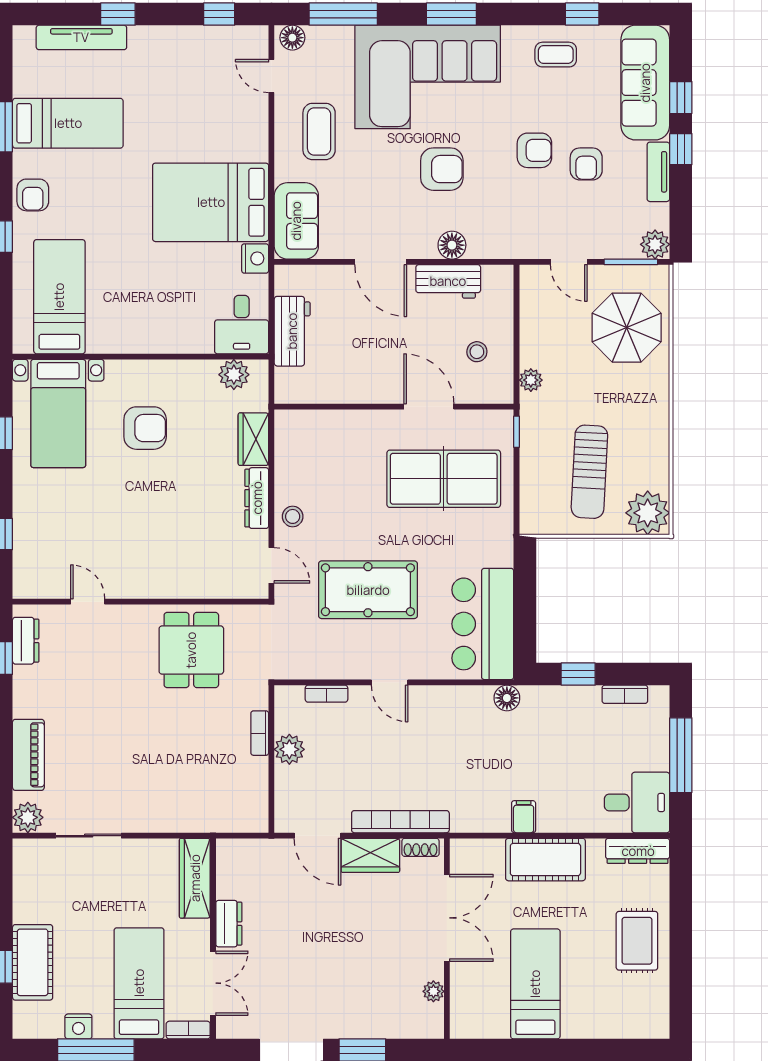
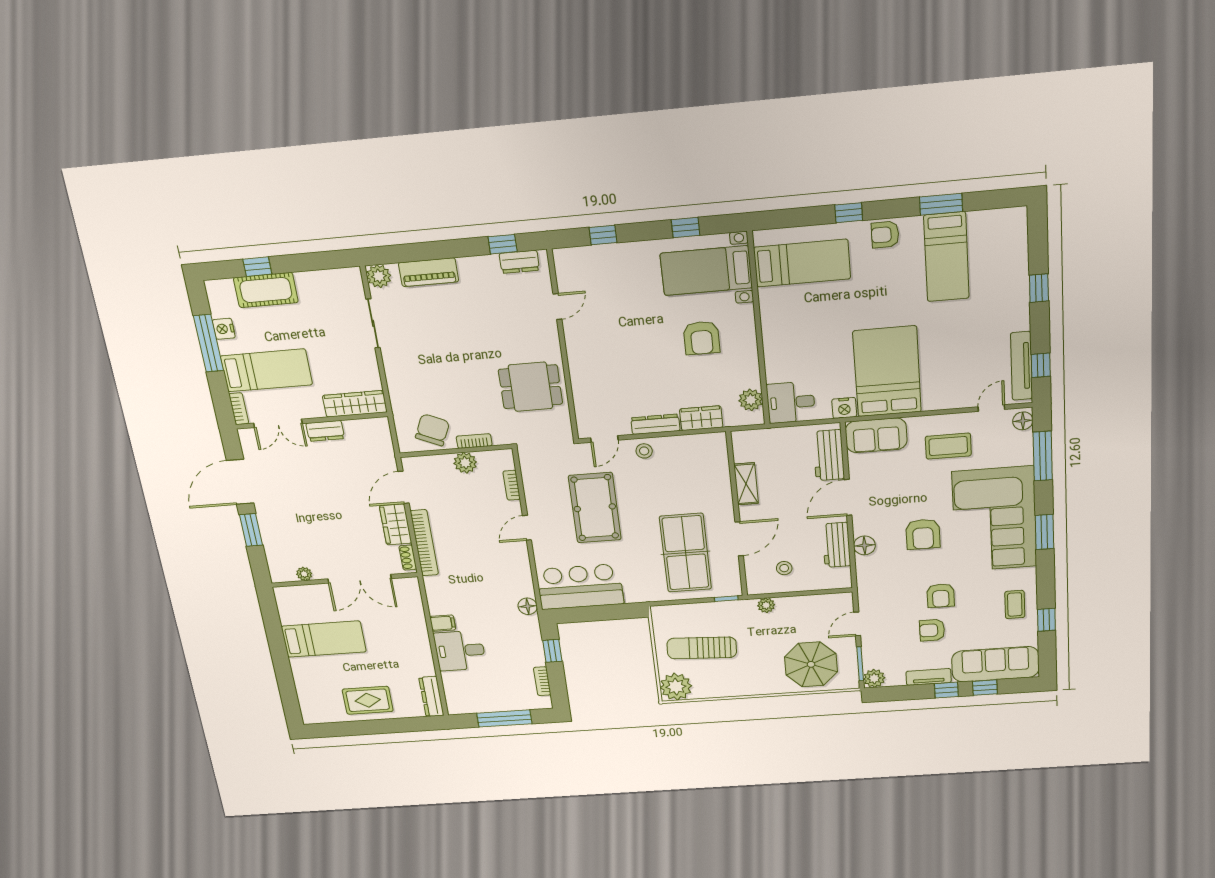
tv unit: (81, 37) -> (1021, 366), moved
workbench: (292, 331) -> (828, 455), moved, turned 90
shelving: (350, 391) -> (746, 484), added
chair: (240, 784) -> (432, 430), added
desk: (637, 802) -> (460, 651), moved, turned 90
cot: (545, 860) -> (414, 639), removed

